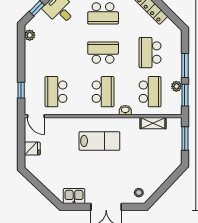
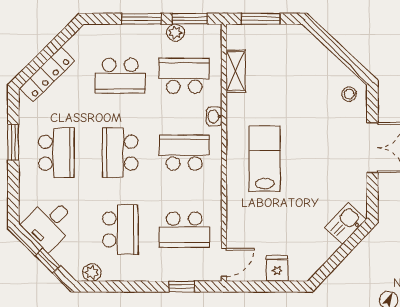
school desk: (56, 53) -> (120, 230), added
kitchen sink: (74, 196) -> (345, 223), moved, turned 43

